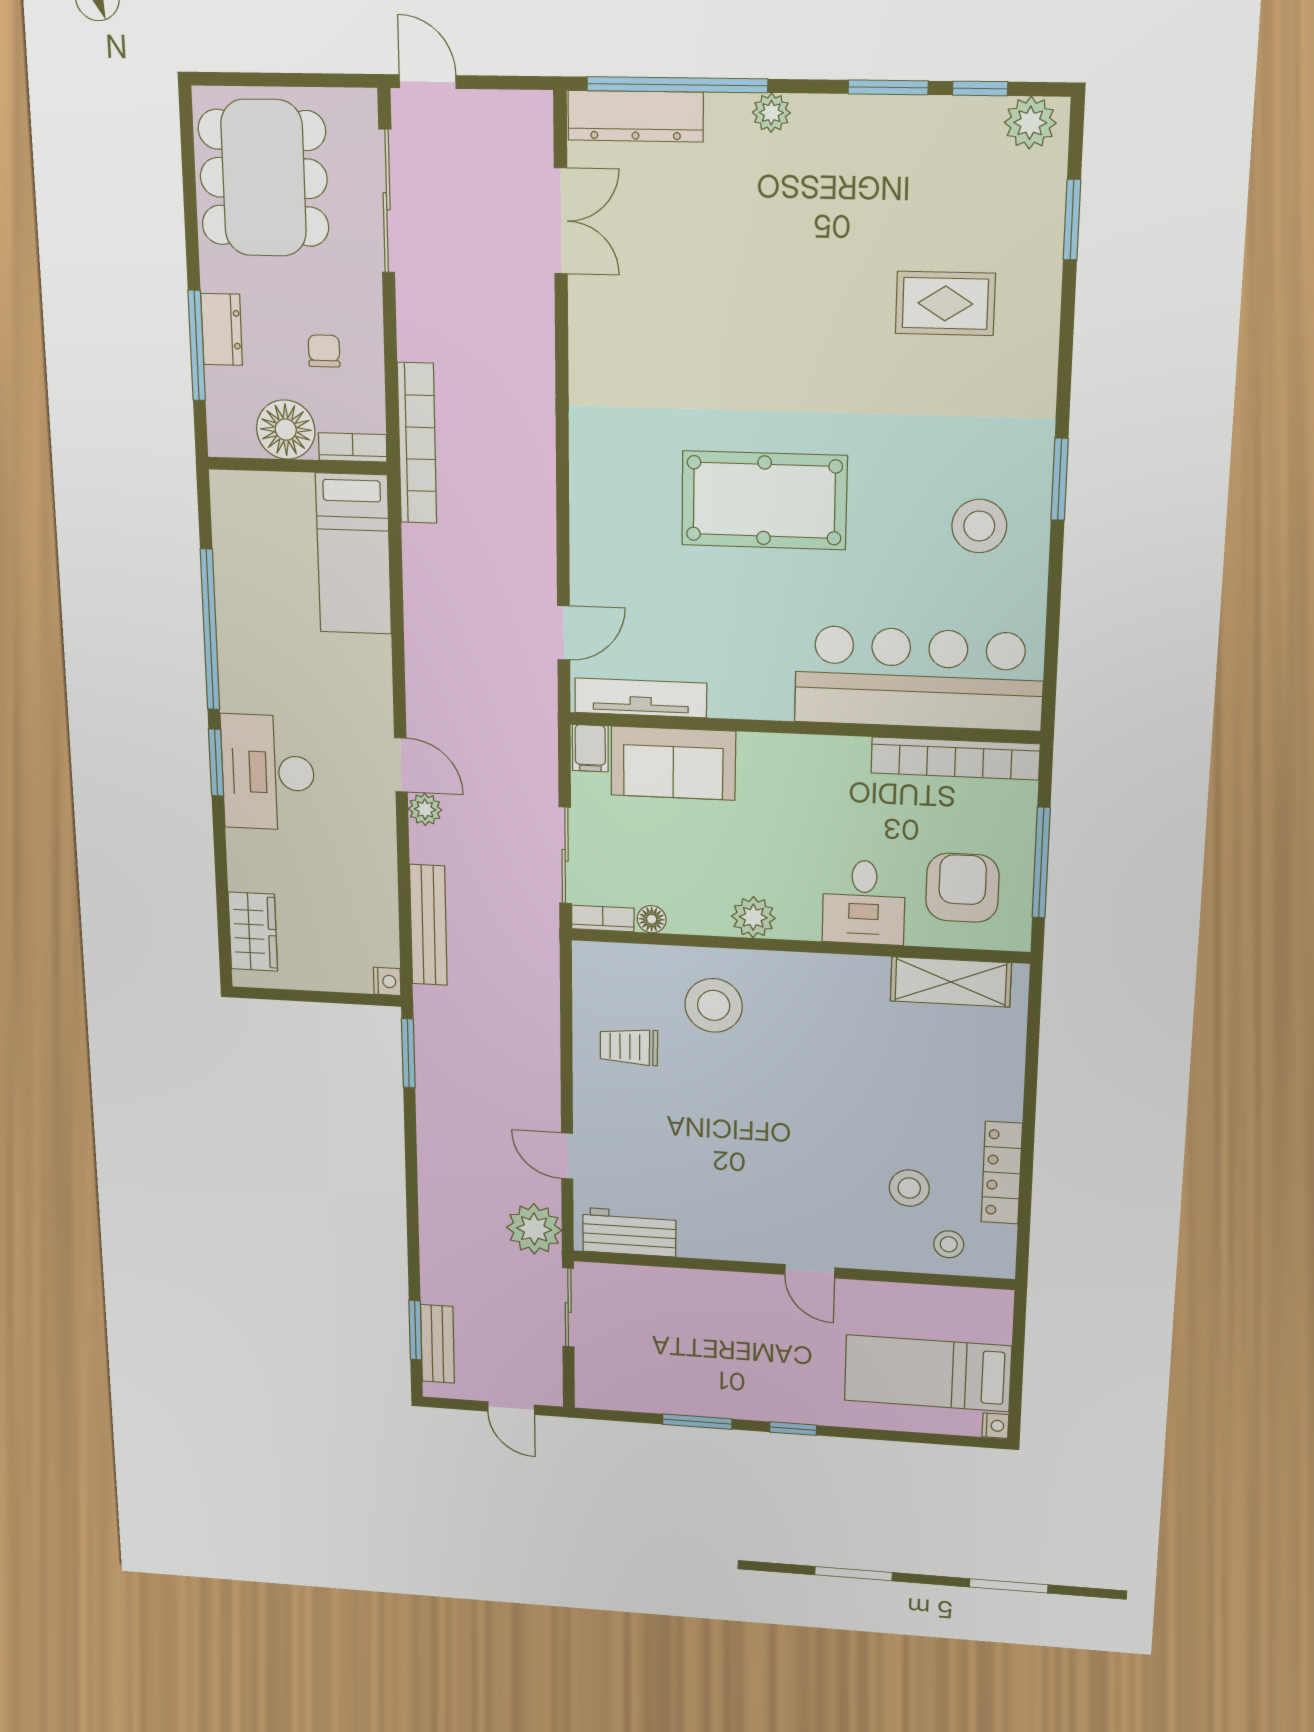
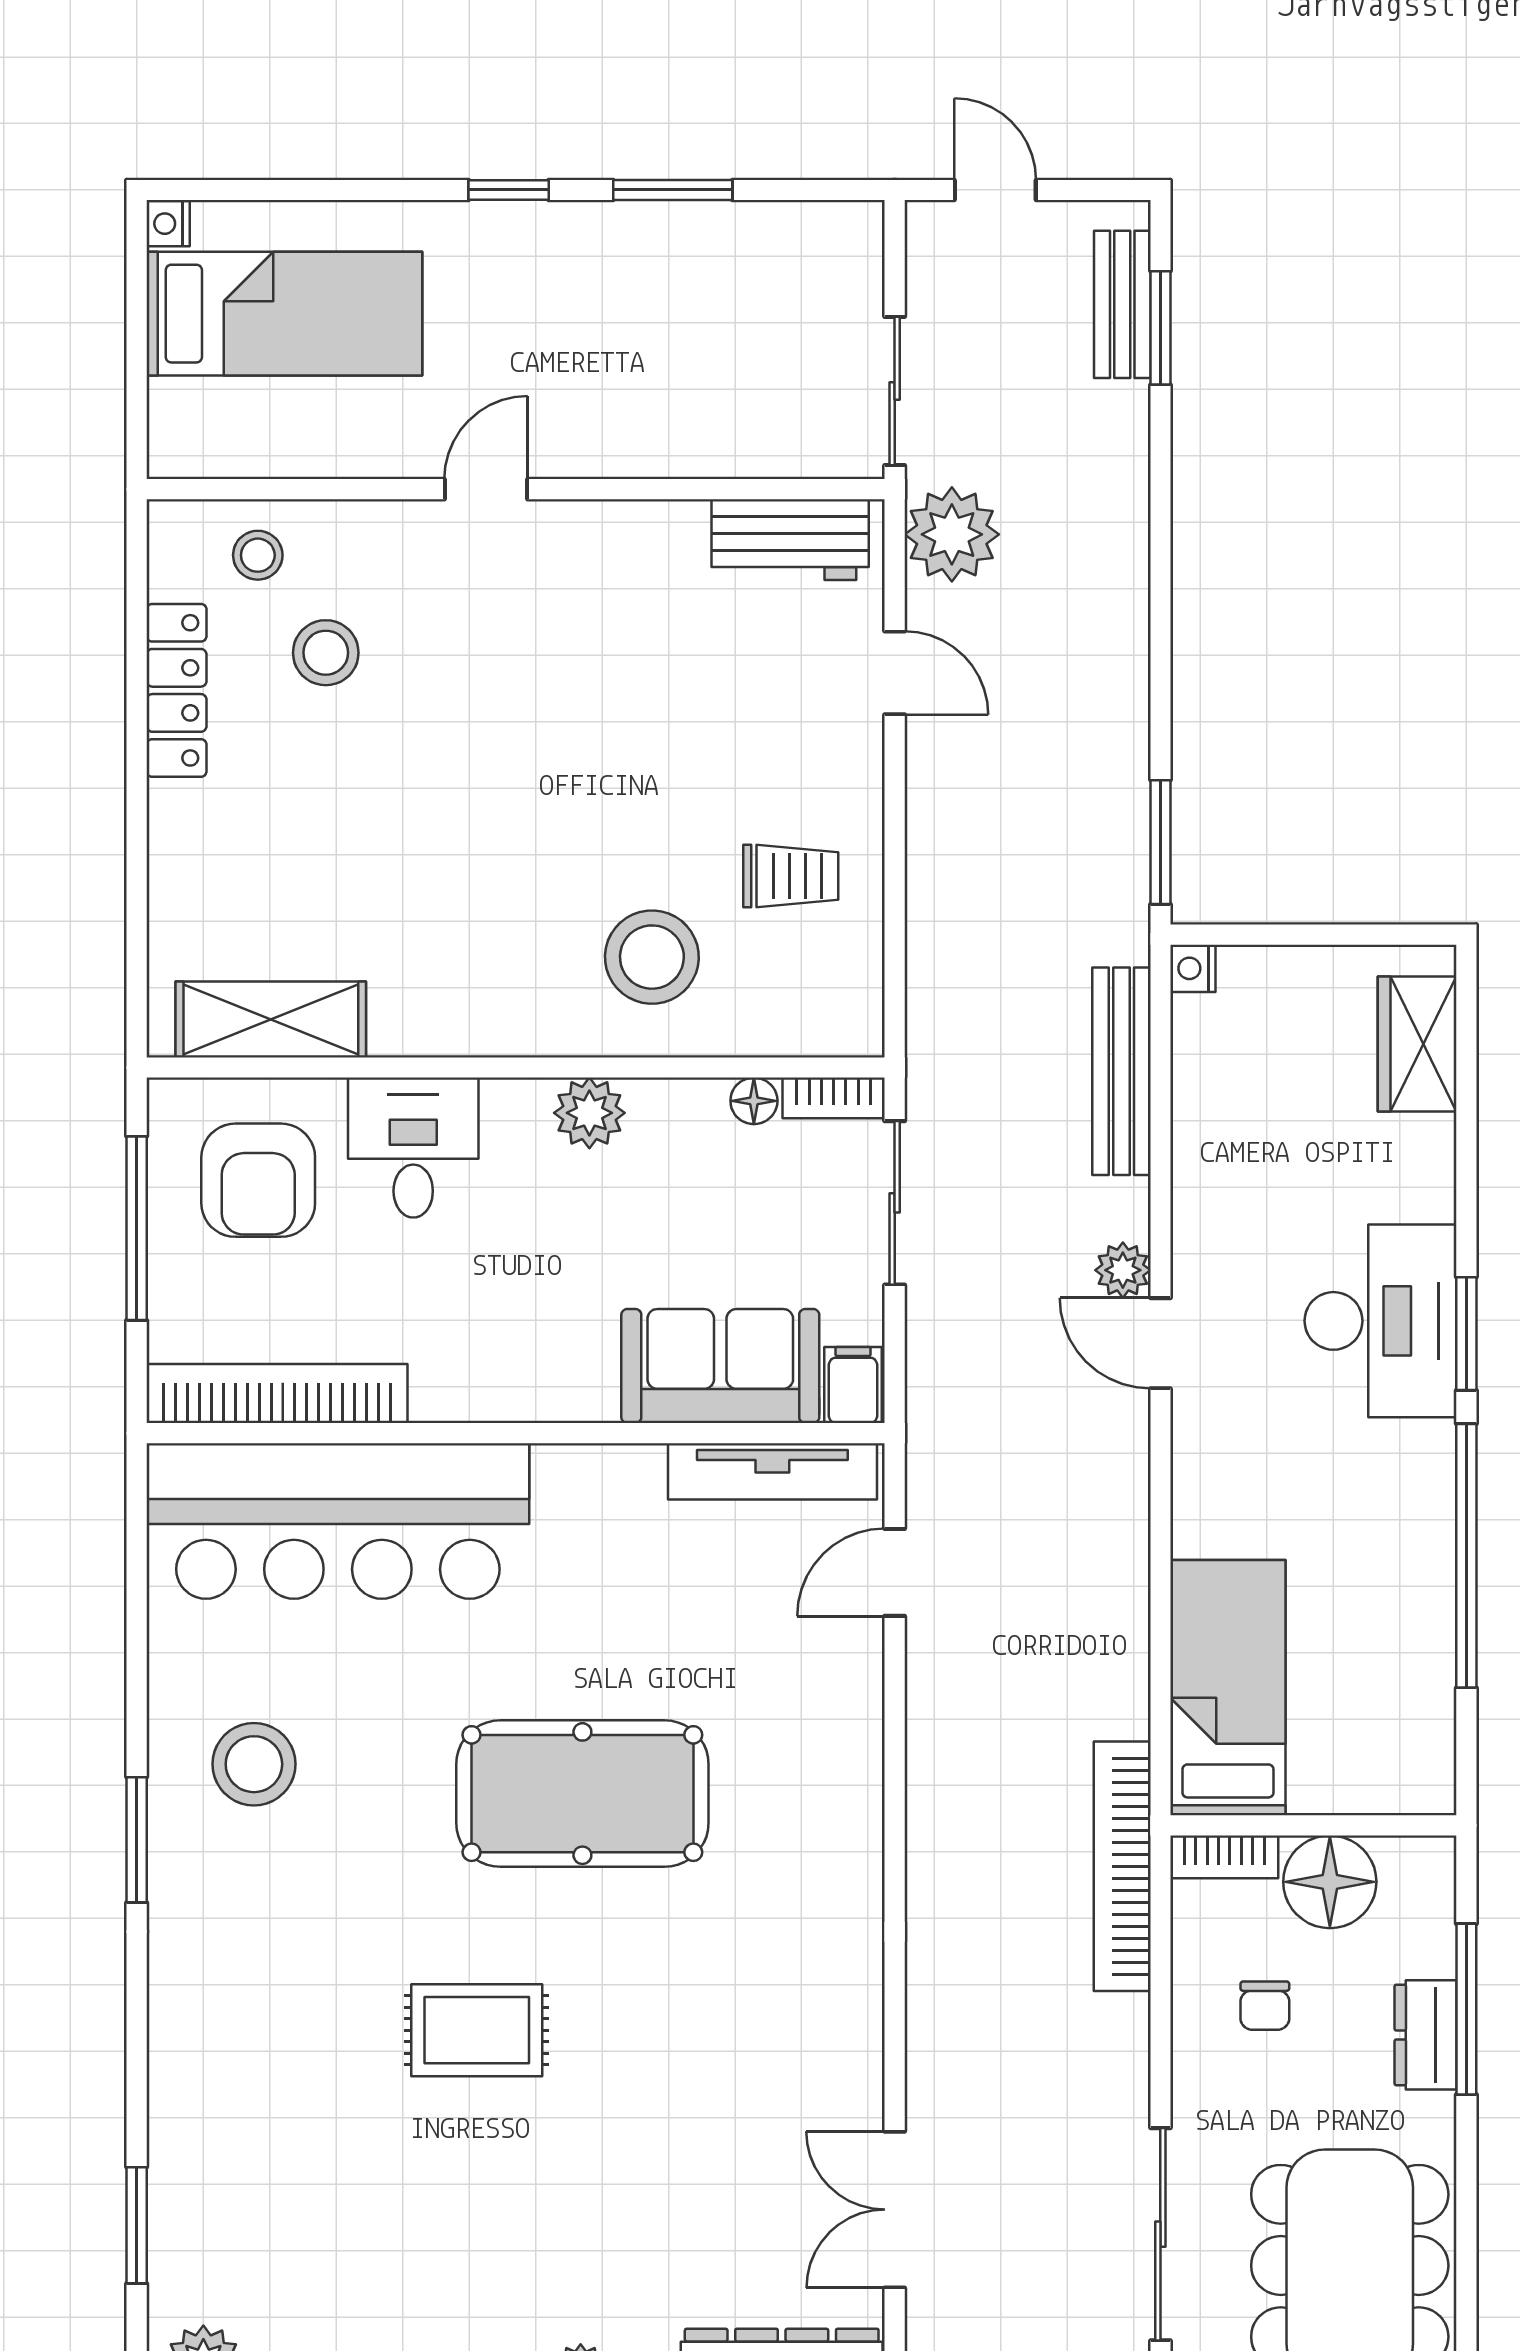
rug: (945, 303) -> (477, 2030), moved
door: (810, 1271) -> (486, 489), hinge flipped

